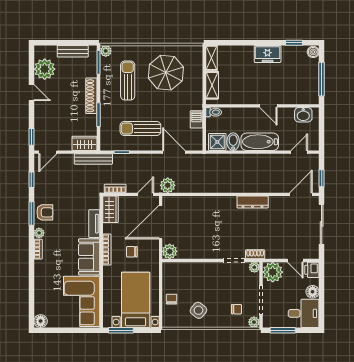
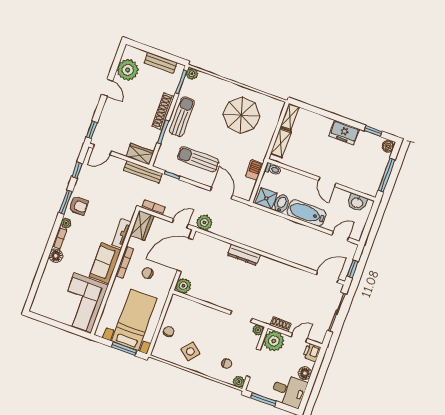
sun lounger: (128, 80) -> (182, 117), moved
dresser: (253, 202) -> (244, 255), moved
shoe rack: (255, 254) -> (281, 324), moved
door: (295, 260) -> (299, 338), swing flipped
floor lamp: (41, 321) -> (56, 256), moved
window: (121, 330) -> (124, 349), moved

